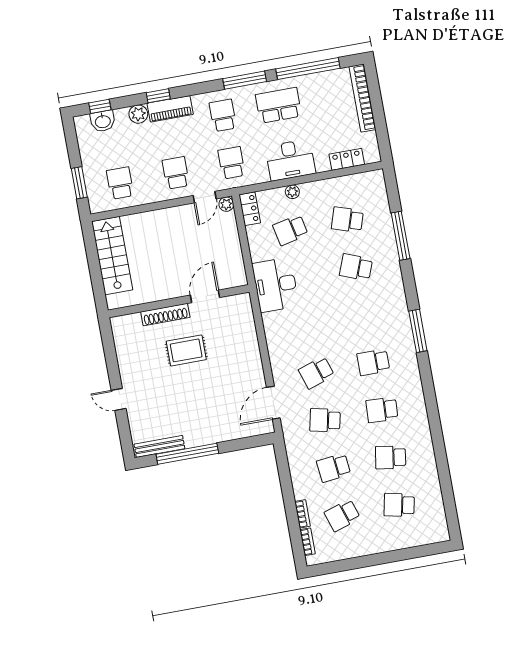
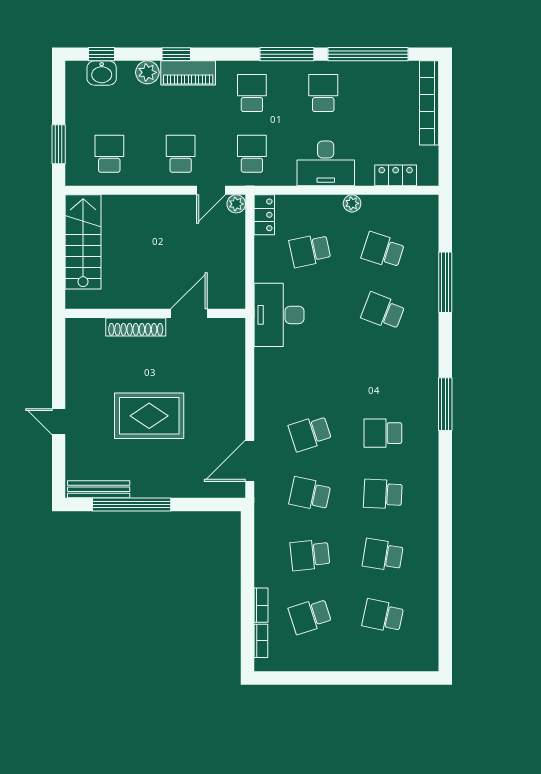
school desk: (279, 105) -> (323, 93), width x0.54
plant: (292, 192) -> (352, 203), moved
rug: (186, 350) -> (149, 416), moved, width x1.36, depth x1.43

